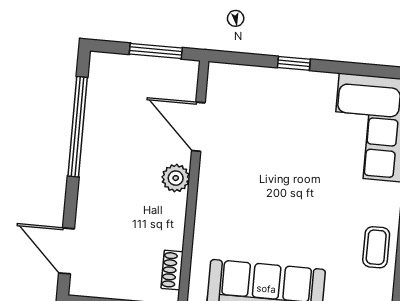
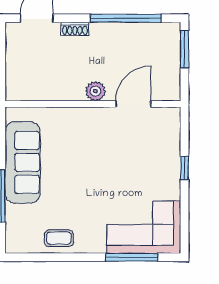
window: (156, 51) -> (185, 49), moved
shoe rack: (172, 270) -> (75, 29), moved, turned 180

